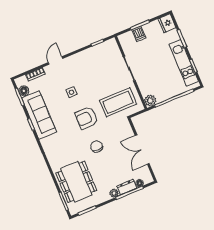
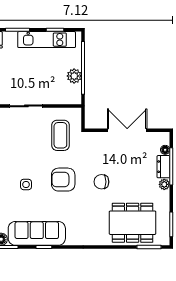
plant: (150, 101) -> (74, 76), moved
coffee table: (118, 102) -> (60, 135), width x0.73, depth x0.76
armchair: (87, 118) -> (63, 180), turned 90
double door: (142, 149) -> (127, 130), swing flipped

